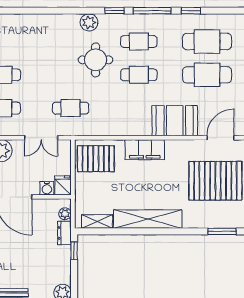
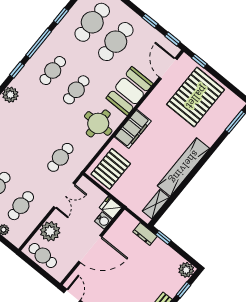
round table: (96, 60) -> (98, 123), moved
plant: (65, 214) -> (132, 222), removed

